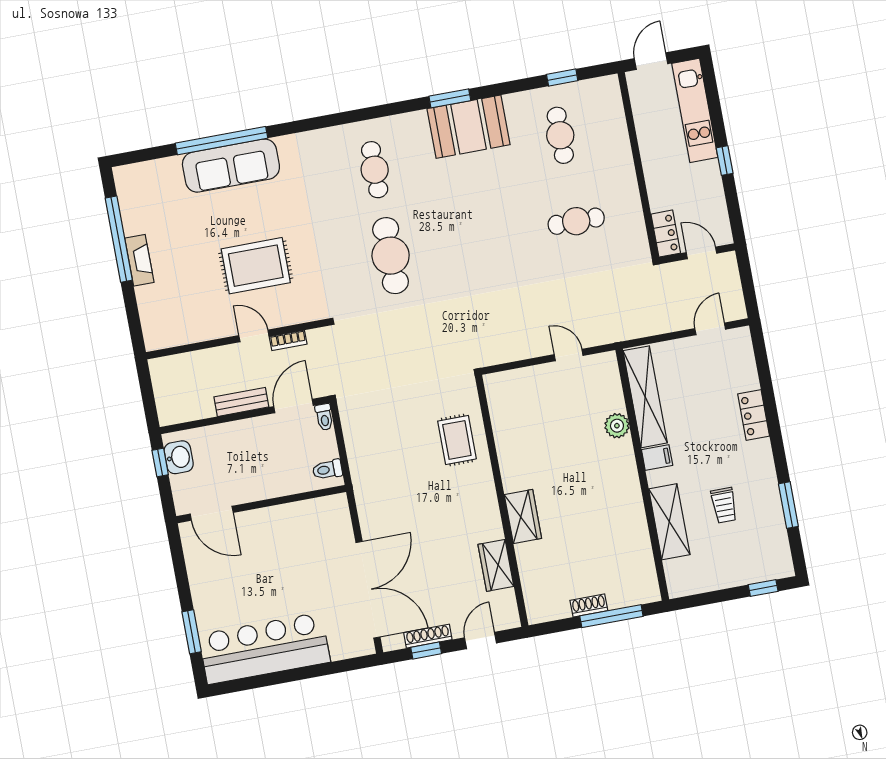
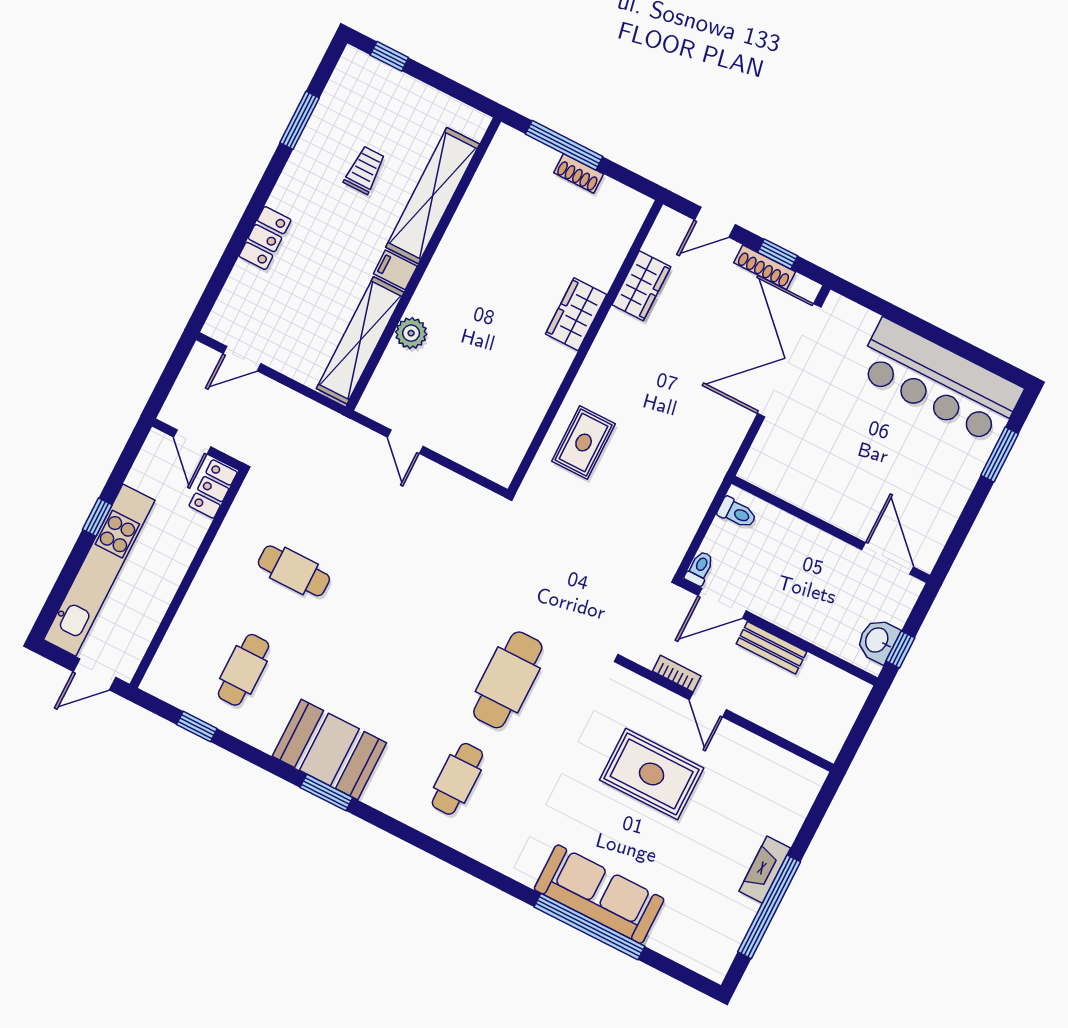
kitchen unit: (695, 110) -> (99, 570), width x1.36
shelving: (669, 522) -> (433, 196), width x1.47

